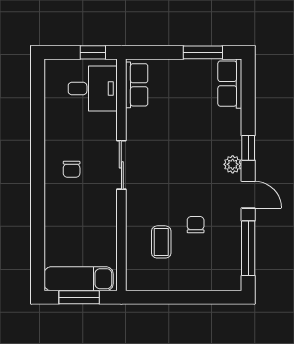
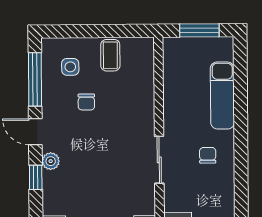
coffee table: (161, 242) -> (110, 55), moved
side table: (212, 261) -> (70, 67), added
exam couch: (79, 279) -> (222, 95), moved, turned 90

